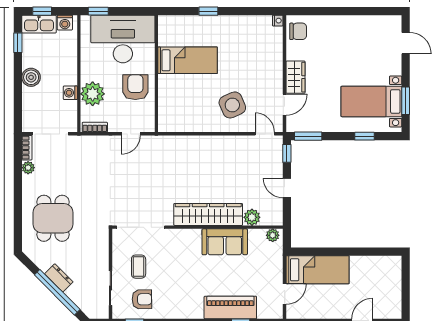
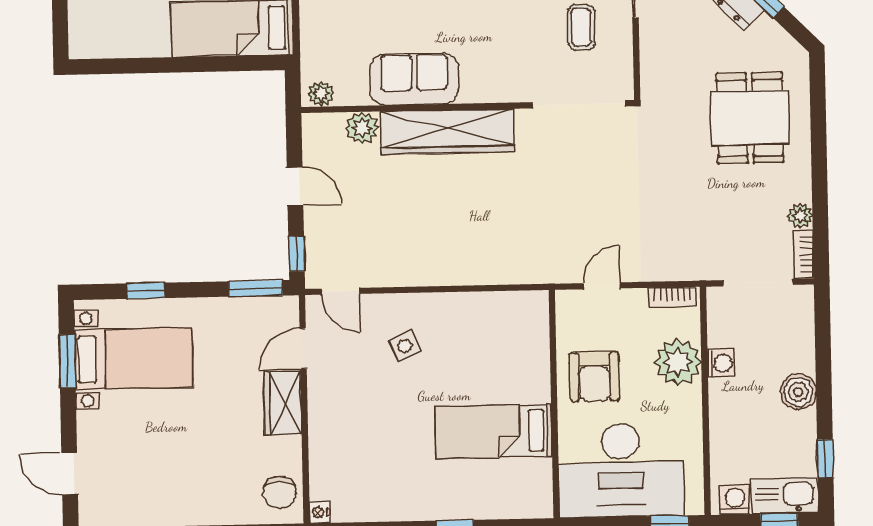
chair: (298, 31) -> (280, 492), turned -90
side table: (232, 105) -> (405, 346), width x0.54, depth x0.54

